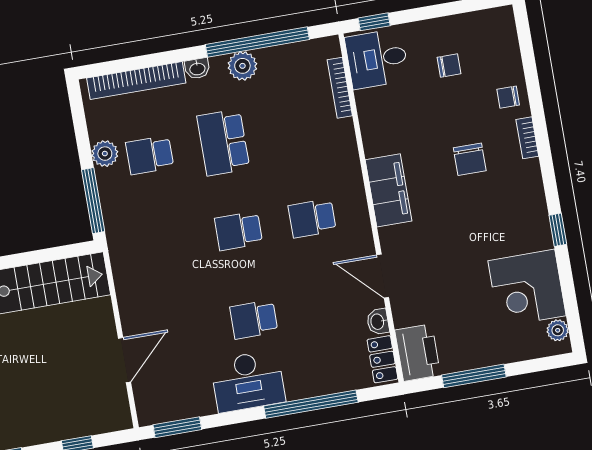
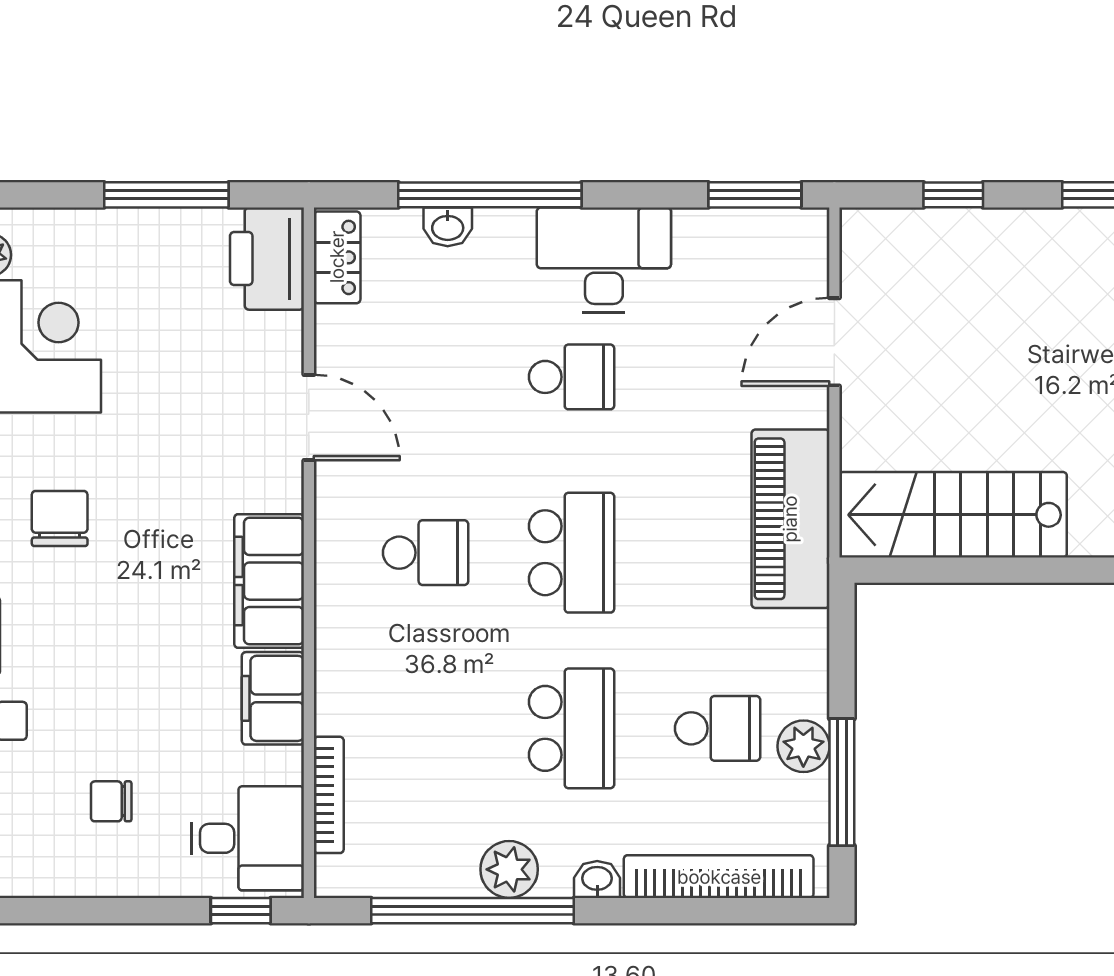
filing cabinet: (376, 132) -> (273, 698), added
chair: (470, 159) -> (60, 518), moved
window: (93, 201) -> (842, 782), moved
school desk: (239, 231) -> (572, 553), width x1.85
piano: (131, 267) -> (790, 519), added
washbasin: (378, 322) -> (448, 227), moved, turned 90

